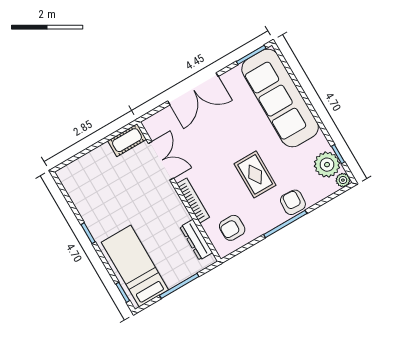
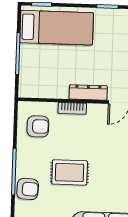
bookcase: (193, 201) -> (72, 108), width x0.64
armchair: (232, 228) -> (38, 126), turned 90
dresser: (196, 240) -> (88, 92), moved

